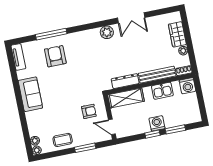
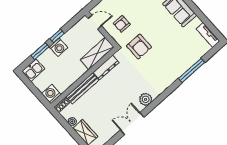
armchair: (55, 56) -> (139, 47), moved
kitchen sink: (162, 91) -> (33, 70), moved, turned 180

